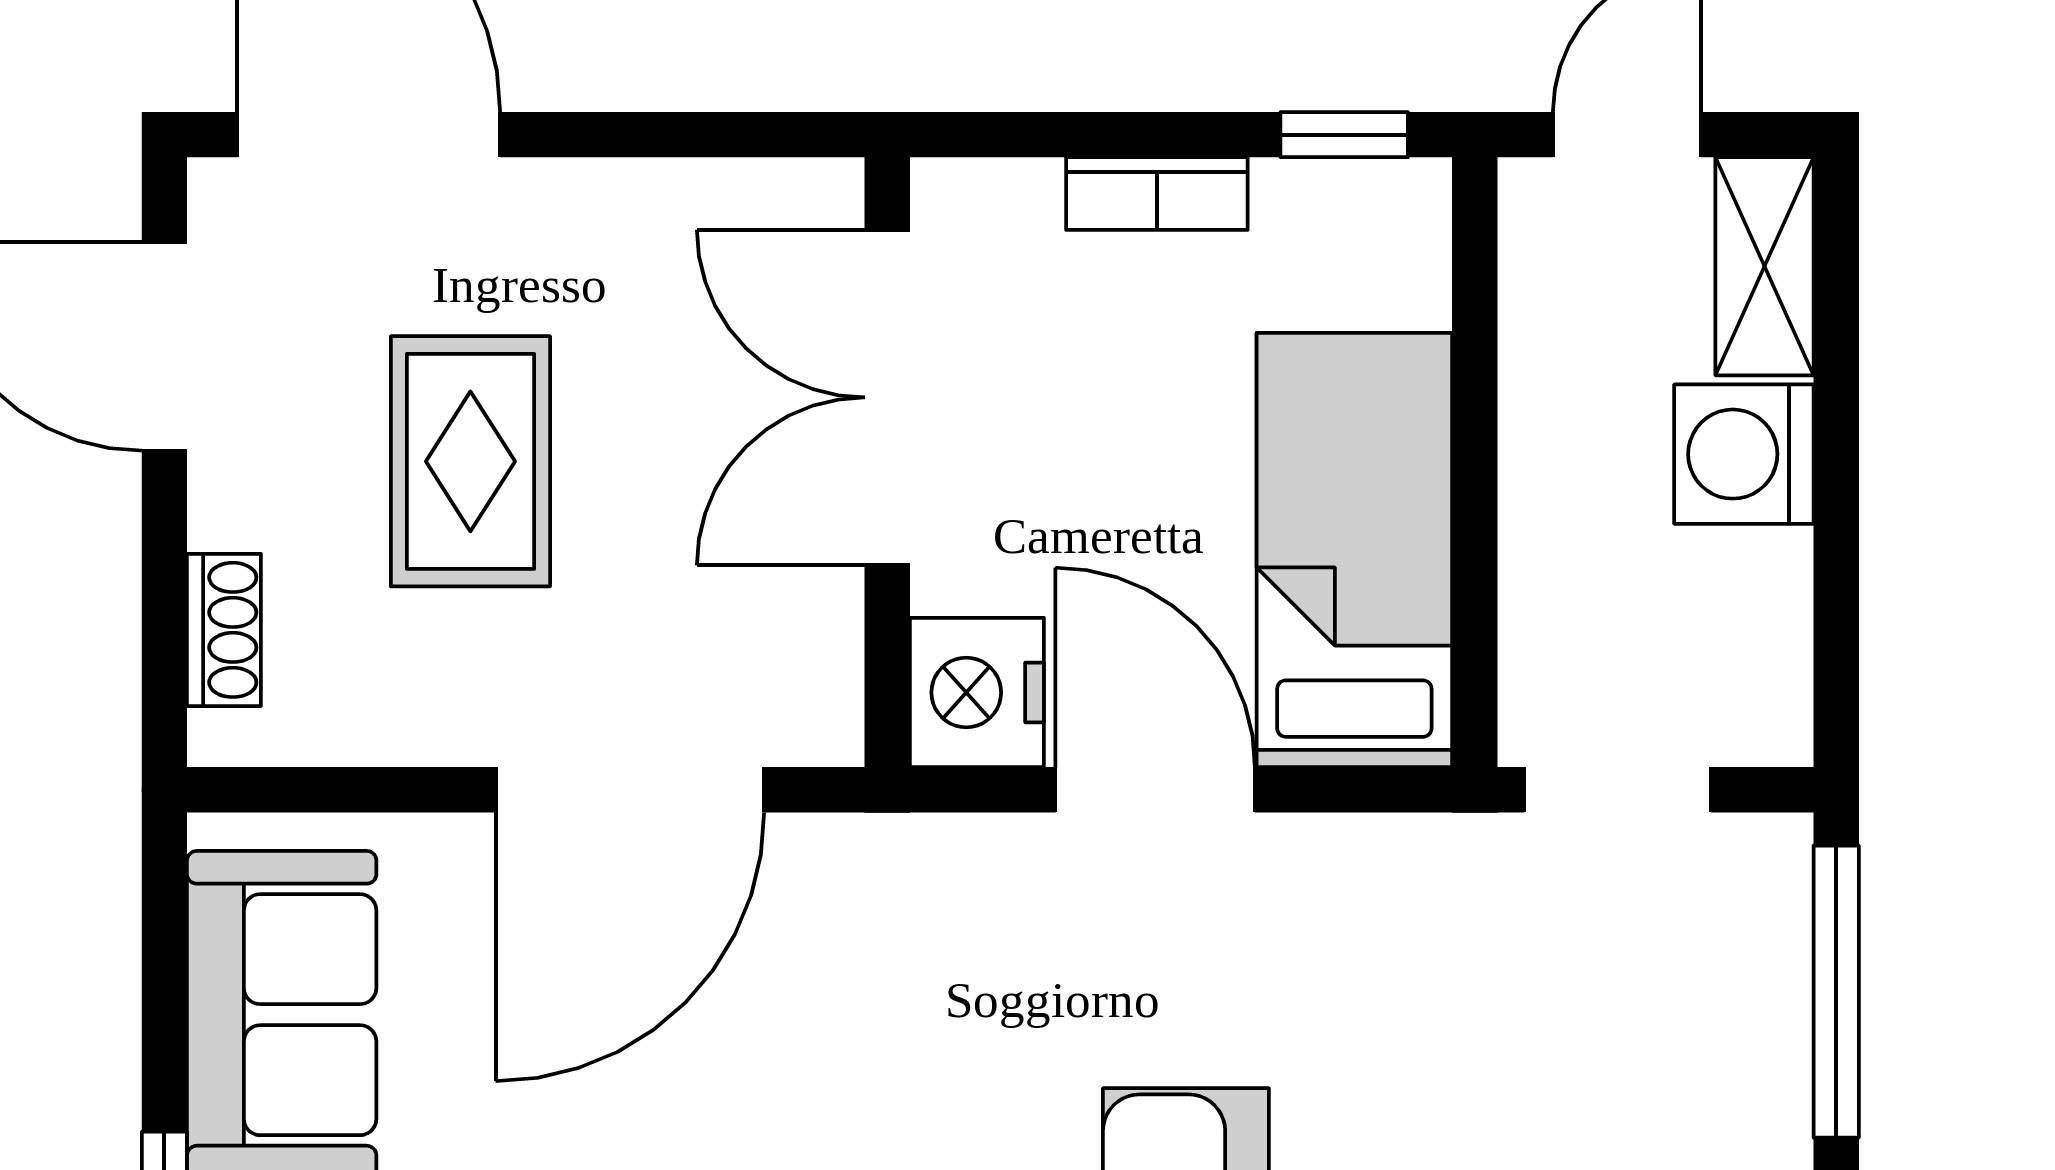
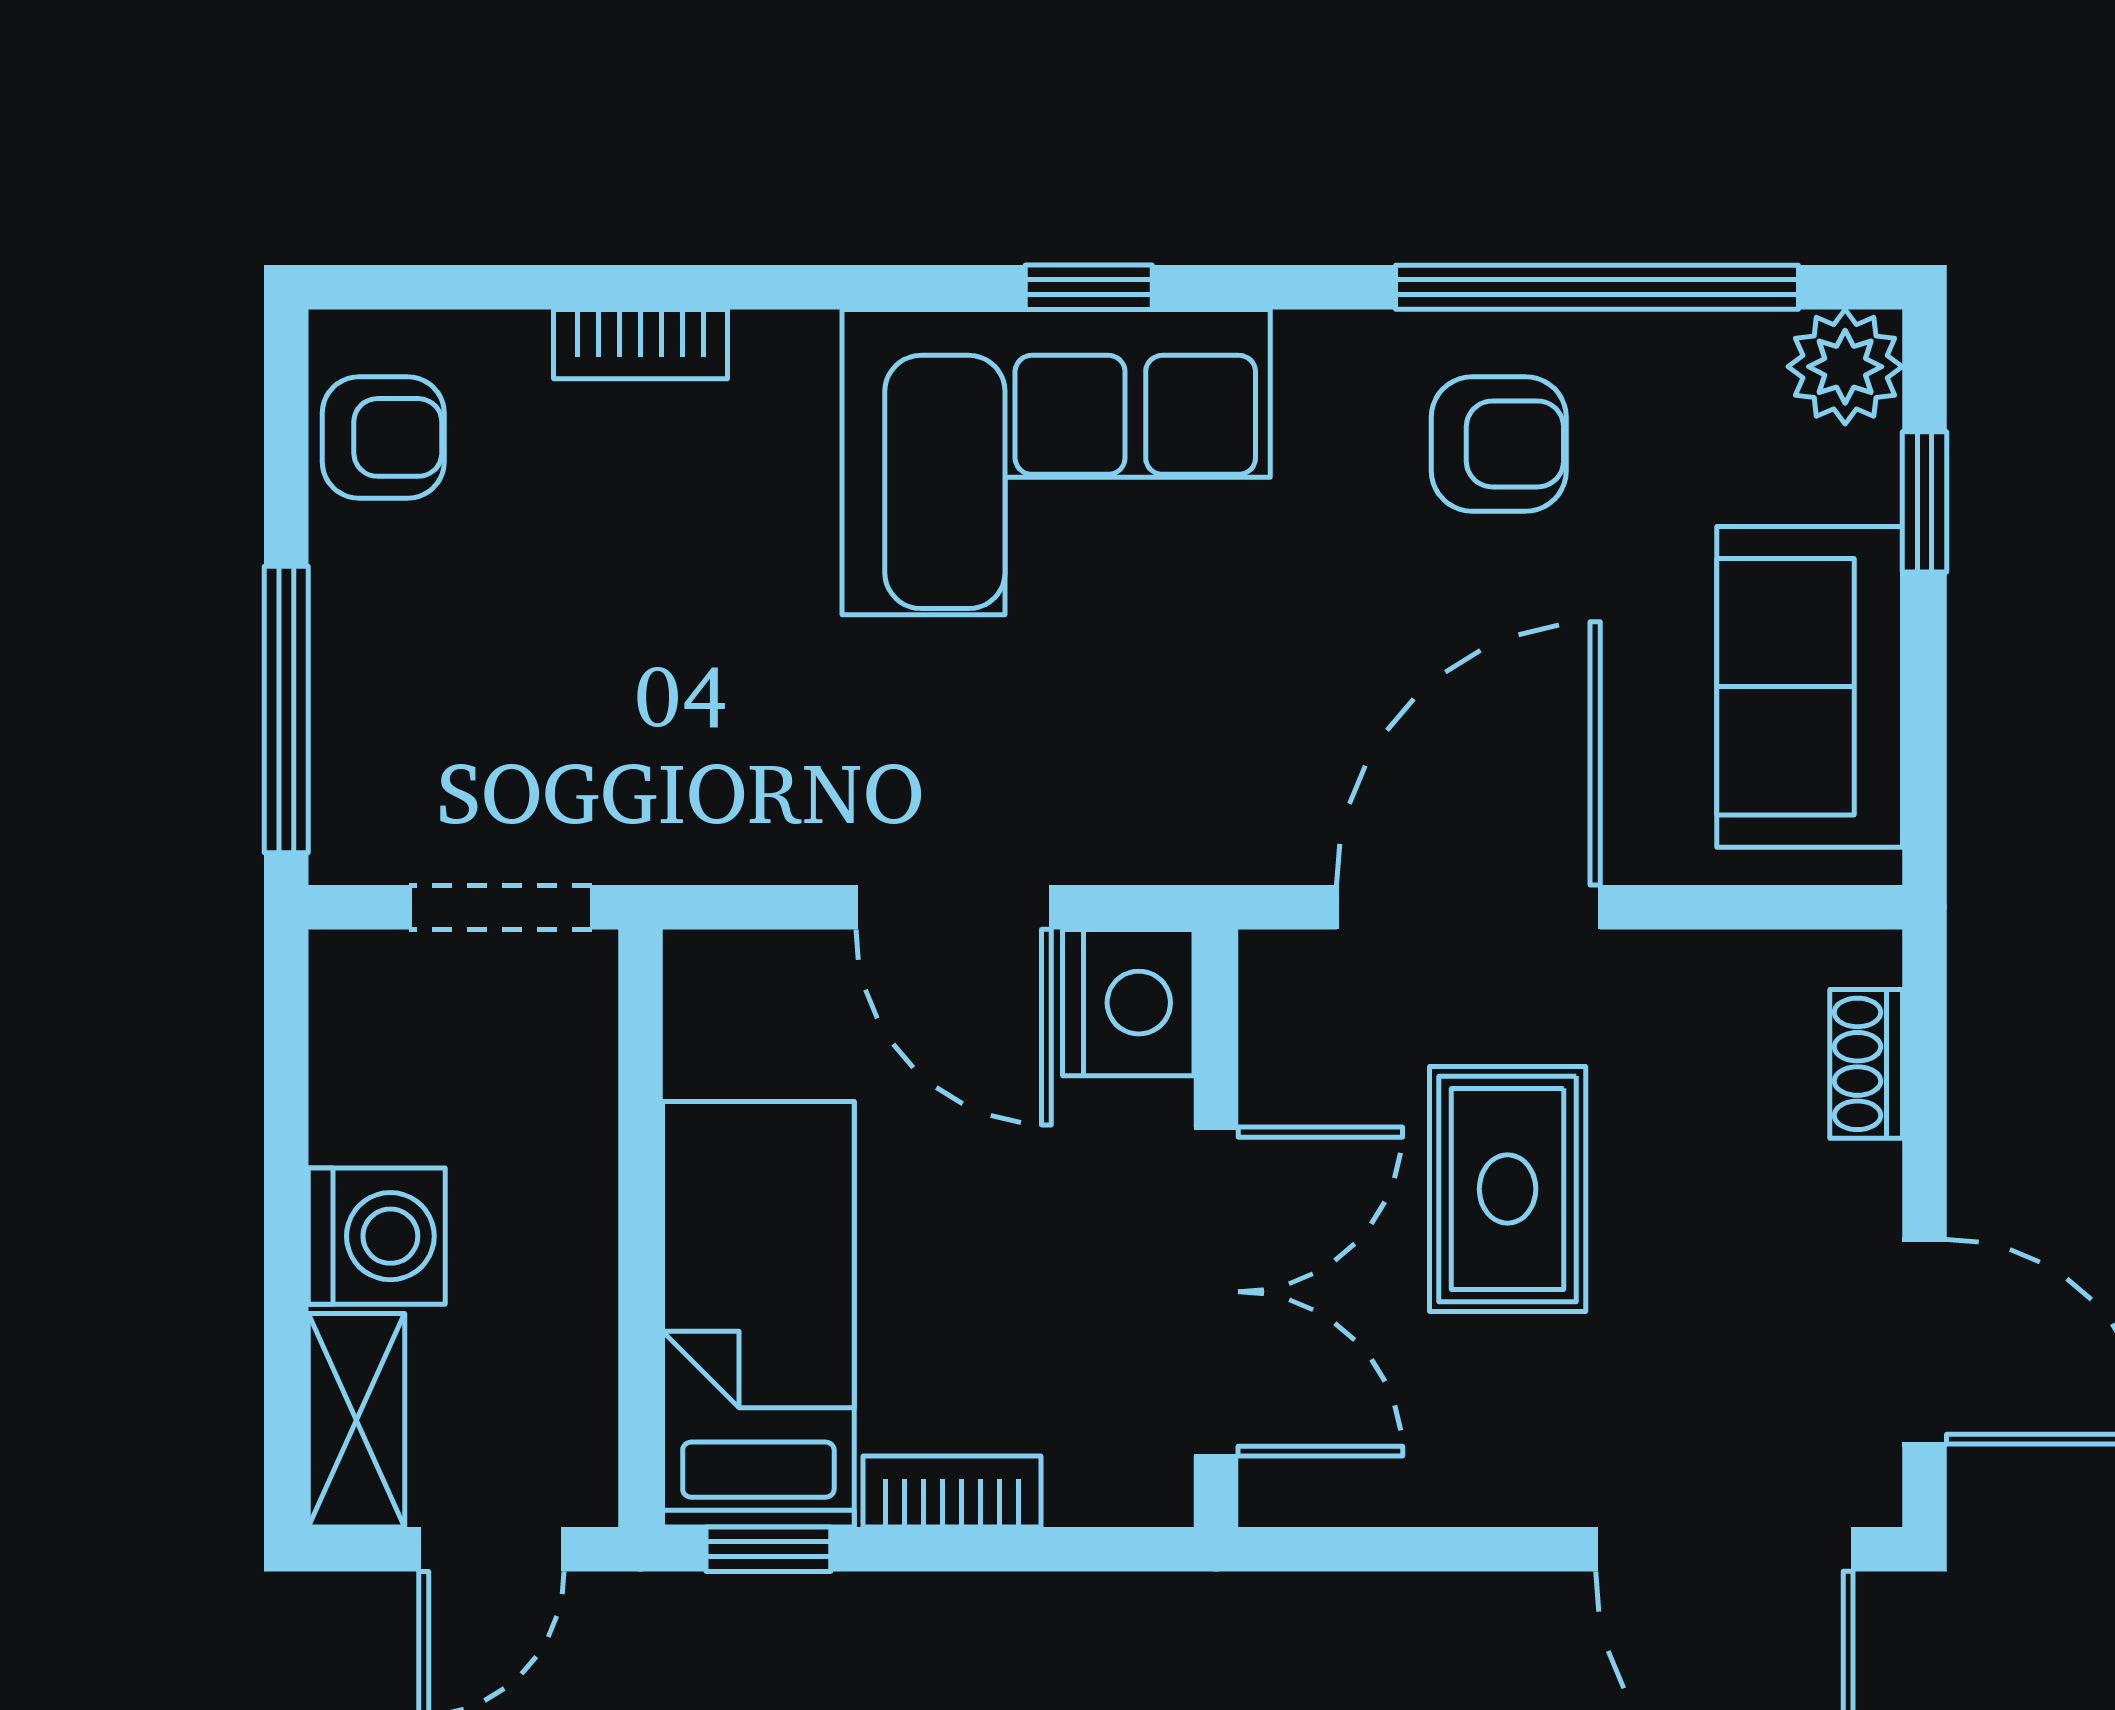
rug: (470, 461) -> (1508, 1189), moved
bed: (1354, 550) -> (758, 1314), moved, turned 180

